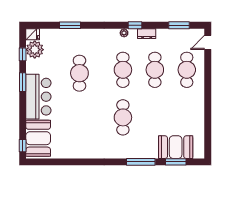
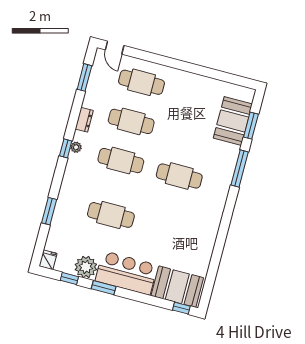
window: (135, 25) -> (66, 148), moved
plant: (35, 50) -> (86, 267), moved

